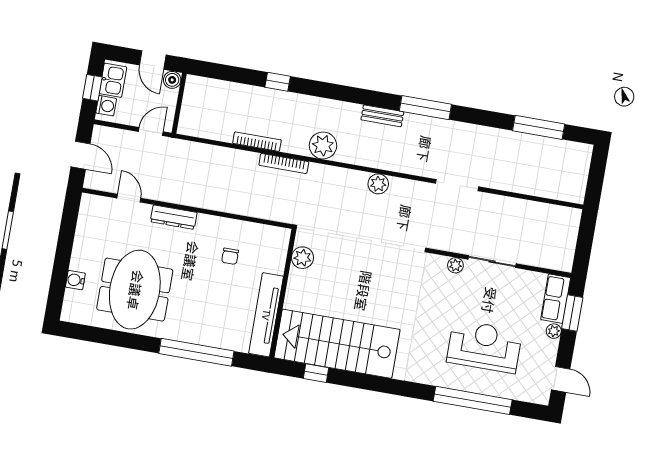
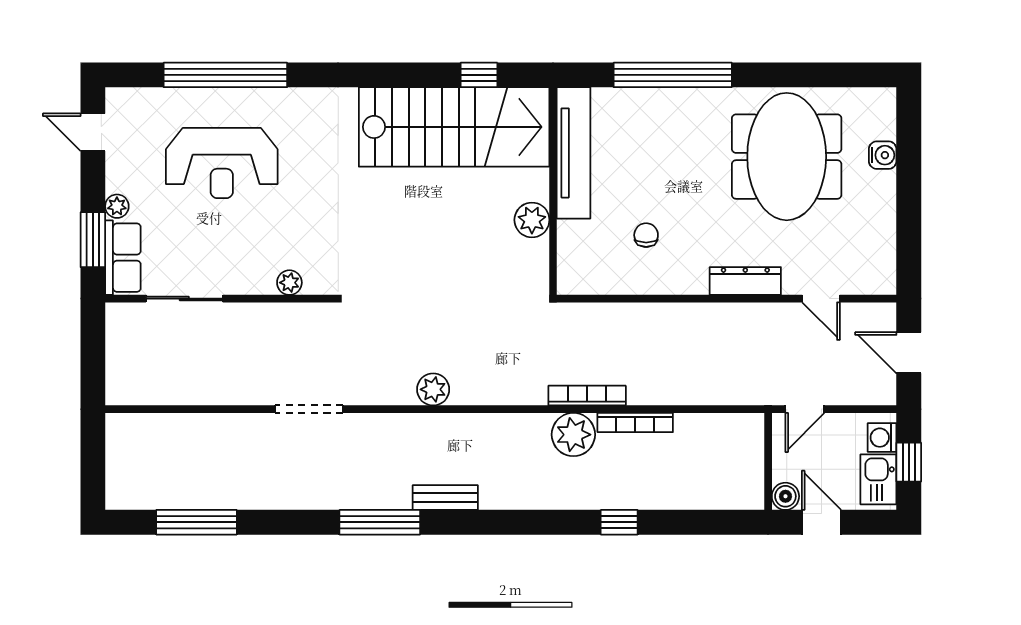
plant: (323, 145) -> (573, 435), moved
plant: (302, 258) -> (532, 220), moved
sliding door: (492, 262) -> (184, 299), moved

